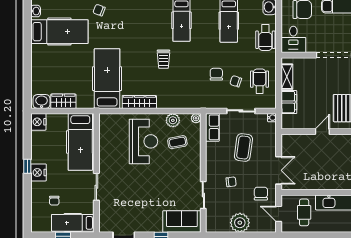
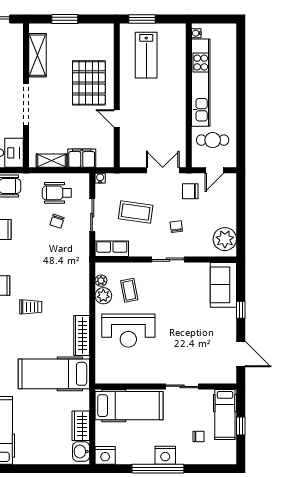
chair: (216, 74) -> (49, 244), removed
plant: (196, 118) -> (101, 281), moved
reception desk: (143, 141) -> (128, 331), turned 180
window: (27, 166) -> (158, 469), width x3.17
sliding door: (203, 195) -> (168, 260), moved
plant: (240, 223) -> (225, 239), moved

